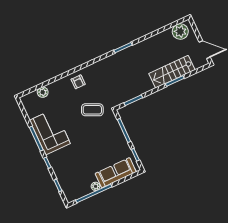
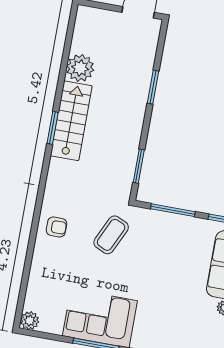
plant: (180, 31) -> (80, 68), moved
stairs: (172, 72) -> (71, 121), moved, turned 180
plant: (43, 92) -> (30, 321), moved

